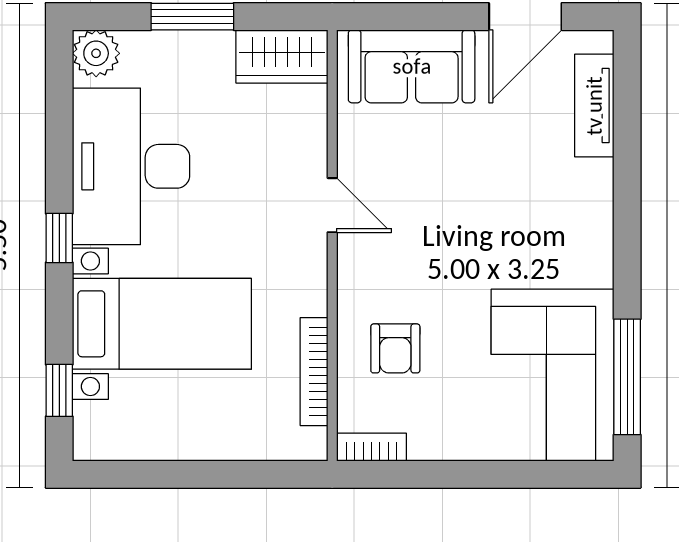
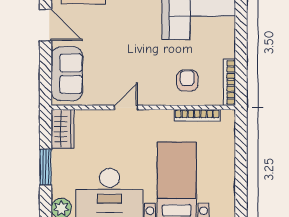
armchair: (395, 348) -> (187, 81), turned -90
bookcase: (372, 447) -> (229, 82), width x1.56

